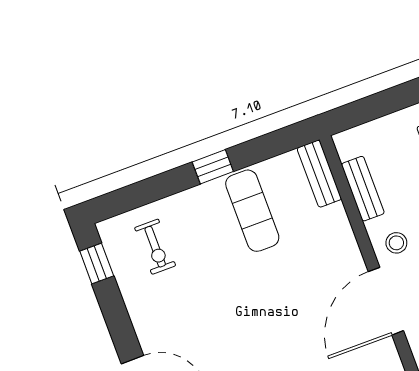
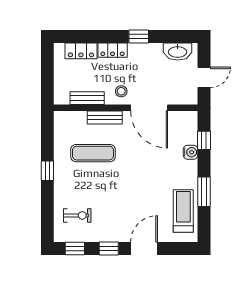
bench: (319, 174) -> (105, 118), moved
exercise mat: (252, 211) -> (93, 153), moved
window: (118, 322) -> (109, 249), added

